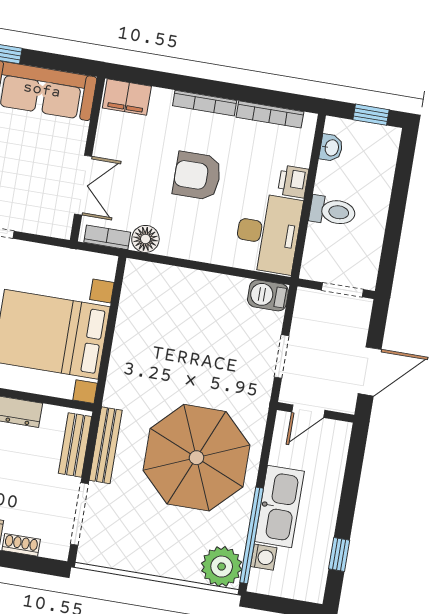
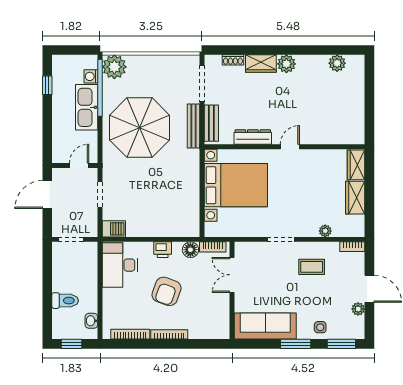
filing cabinet: (127, 97) -> (215, 330), removed
armchair: (197, 176) -> (167, 291), turned 110
printer: (293, 182) -> (163, 250), moved, turned 90
toilet: (333, 211) -> (65, 301), moved, turned 180

